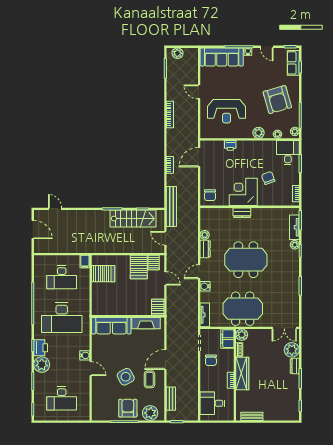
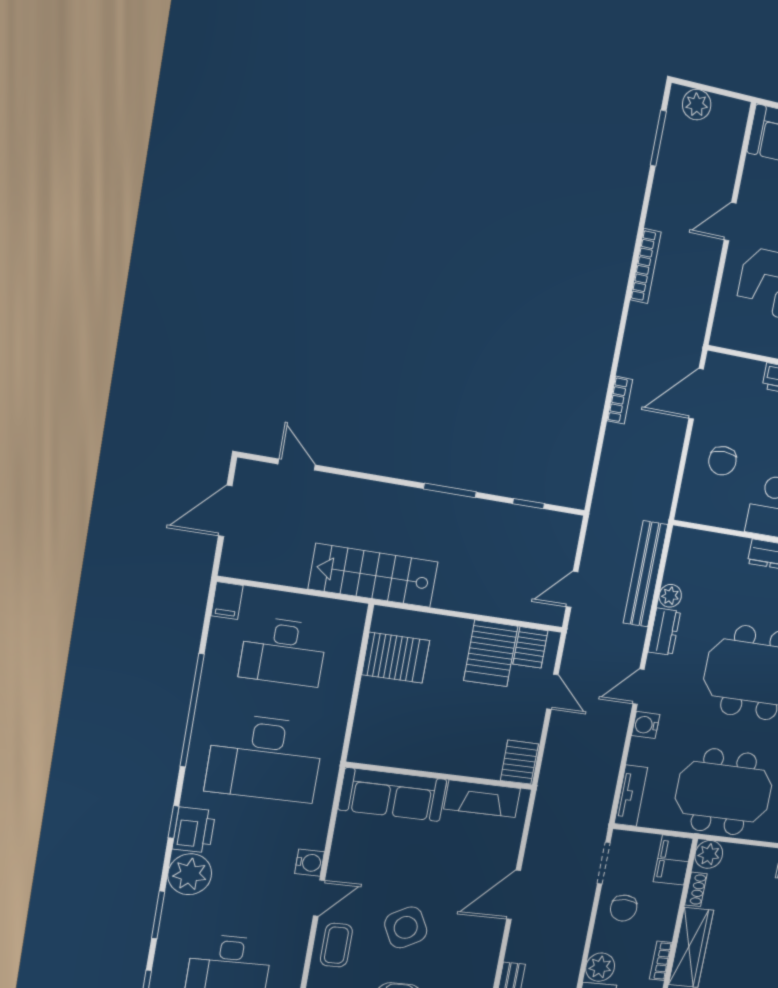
door: (199, 92) -> (730, 222), hinge flipped
chair: (210, 195) -> (722, 461), moved
bench: (171, 206) -> (645, 574), moved
stairs: (133, 219) -> (373, 575), moved, turned 180
door: (33, 230) -> (225, 511), swing flipped
door: (165, 238) -> (572, 589), hinge flipped
filing cabinet: (85, 262) -> (227, 601), moved
door: (91, 369) -> (319, 898), hinge flipped
coffee table: (149, 379) -> (336, 945), moved
plant: (206, 385) -> (600, 967), added

